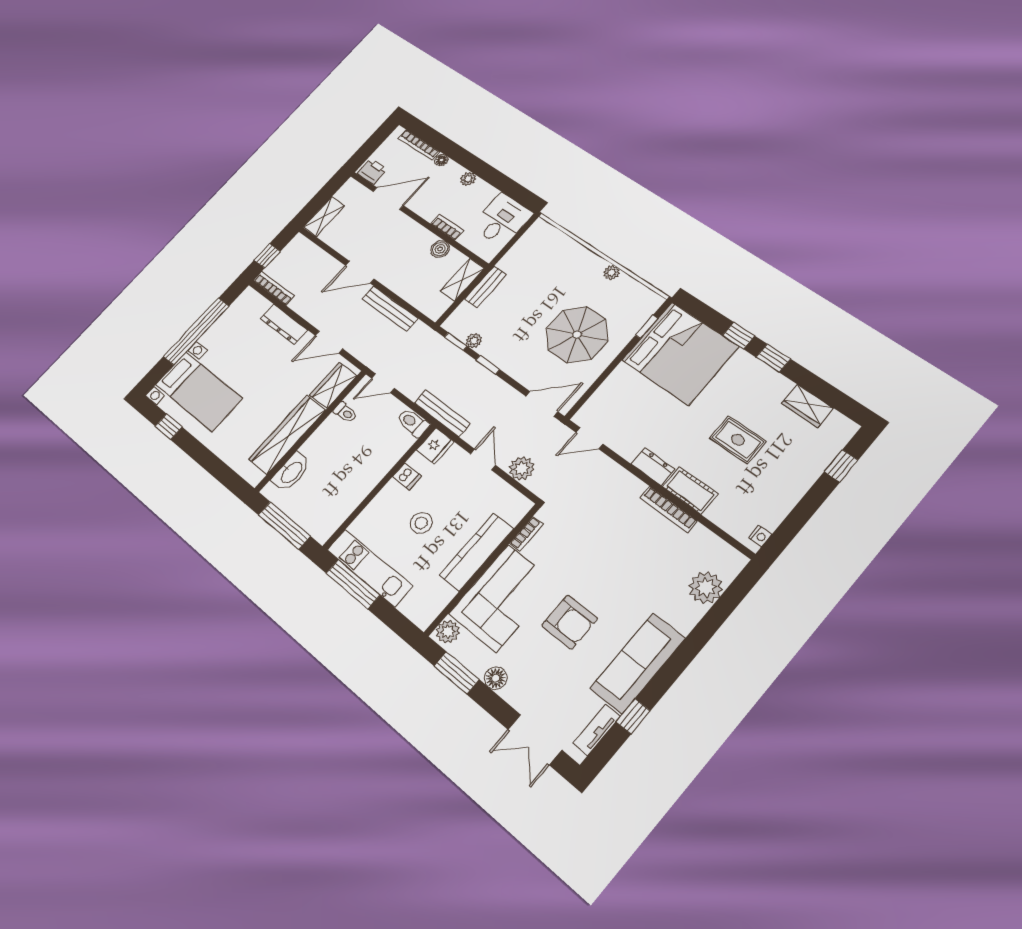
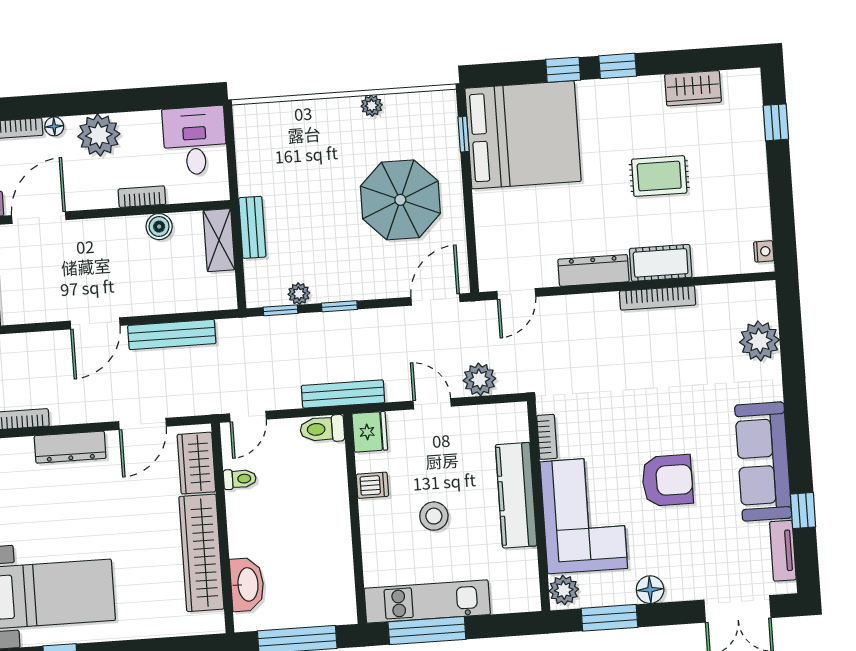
plant: (468, 179) -> (99, 135), width x1.87, depth x1.87
dresser: (653, 466) -> (593, 270), width x1.44

